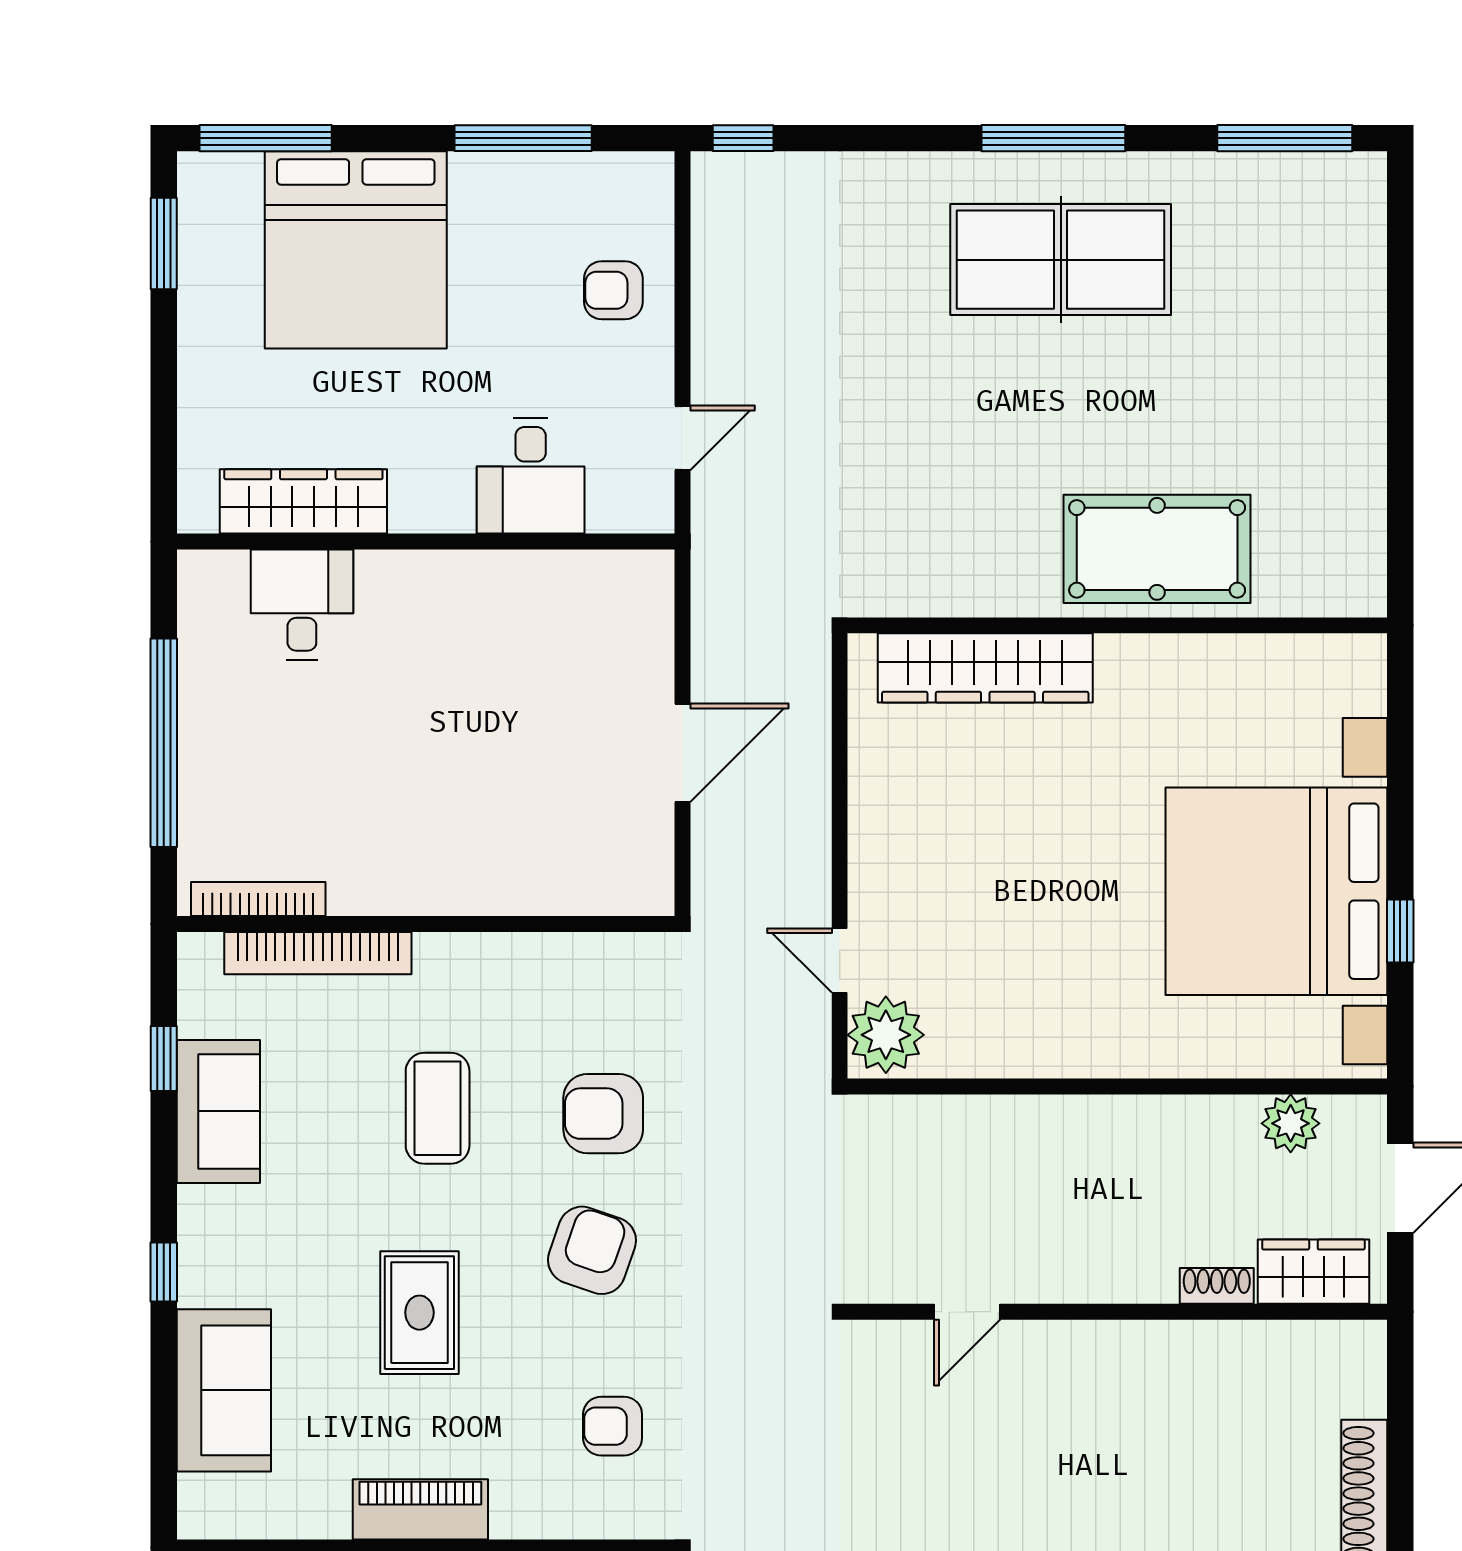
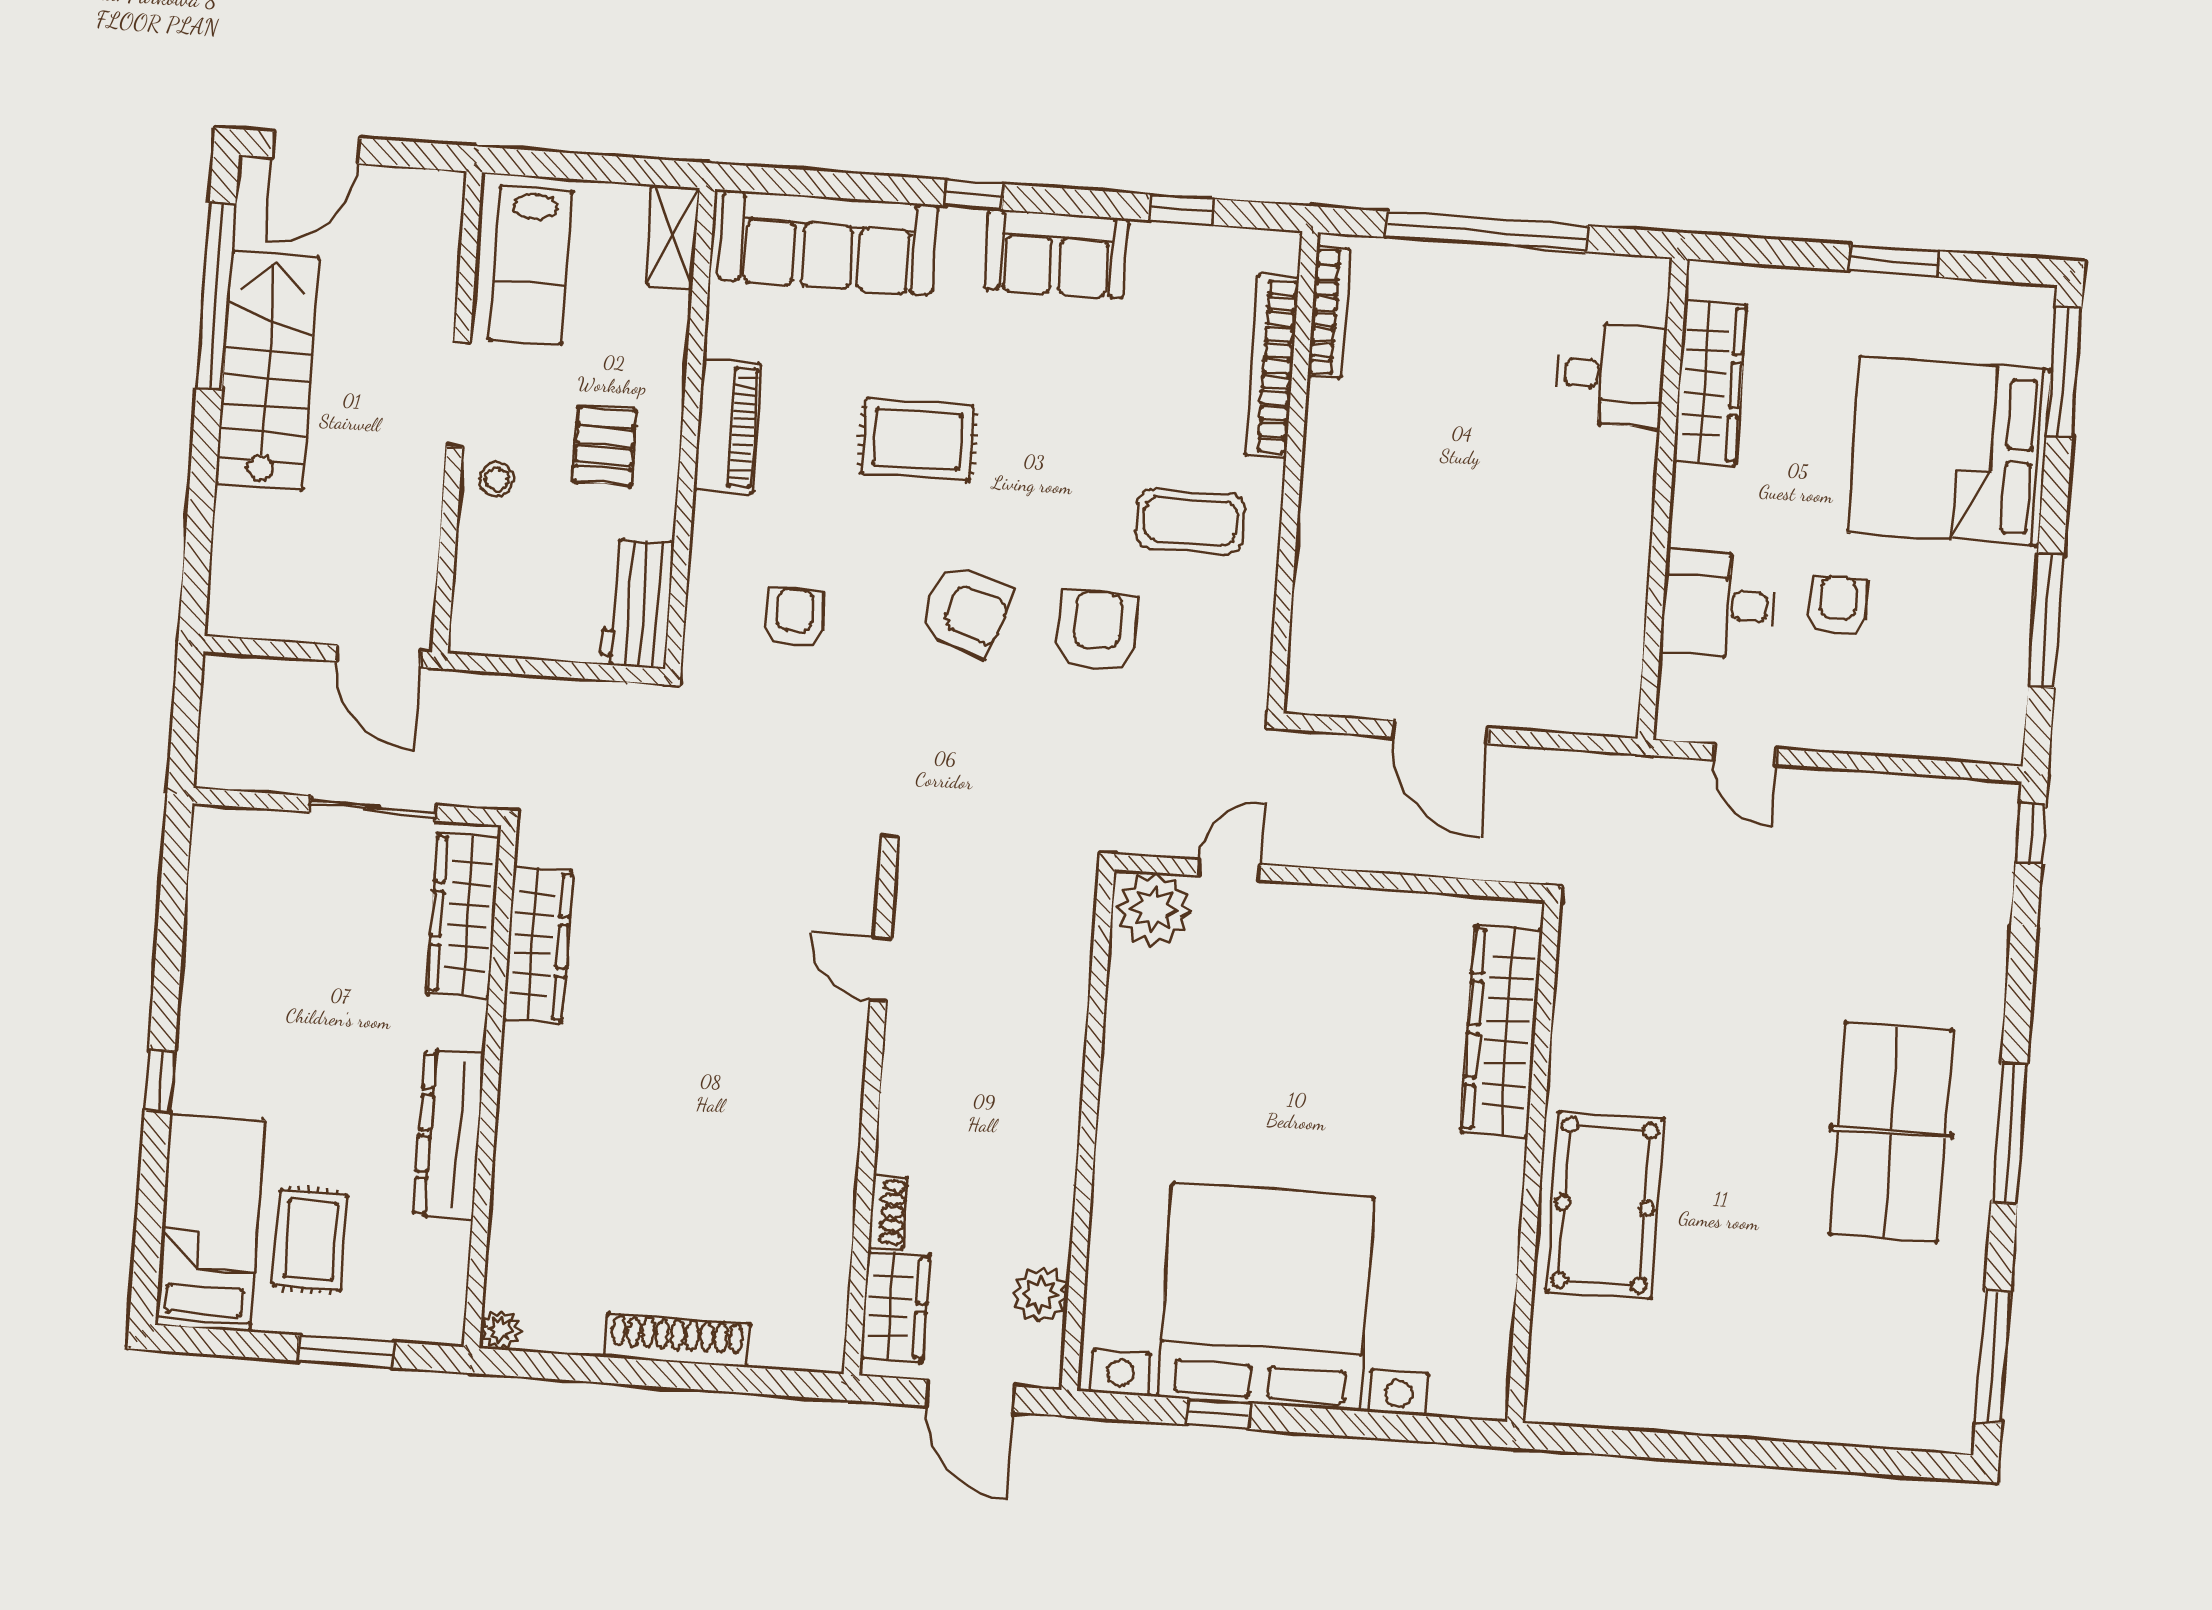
window: (164, 244) -> (1894, 261), moved
armchair: (613, 290) -> (1838, 606), moved
coffee table: (438, 1108) -> (1190, 521), moved
sofa: (218, 1111) -> (1056, 254), moved
sofa: (224, 1390) -> (828, 243), width x1.36

